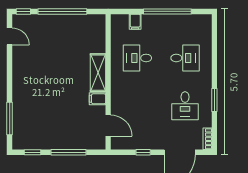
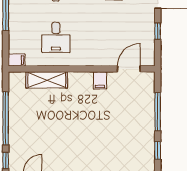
filing cabinet: (135, 22) -> (17, 60), moved
shelving: (98, 73) -> (47, 80), moved

